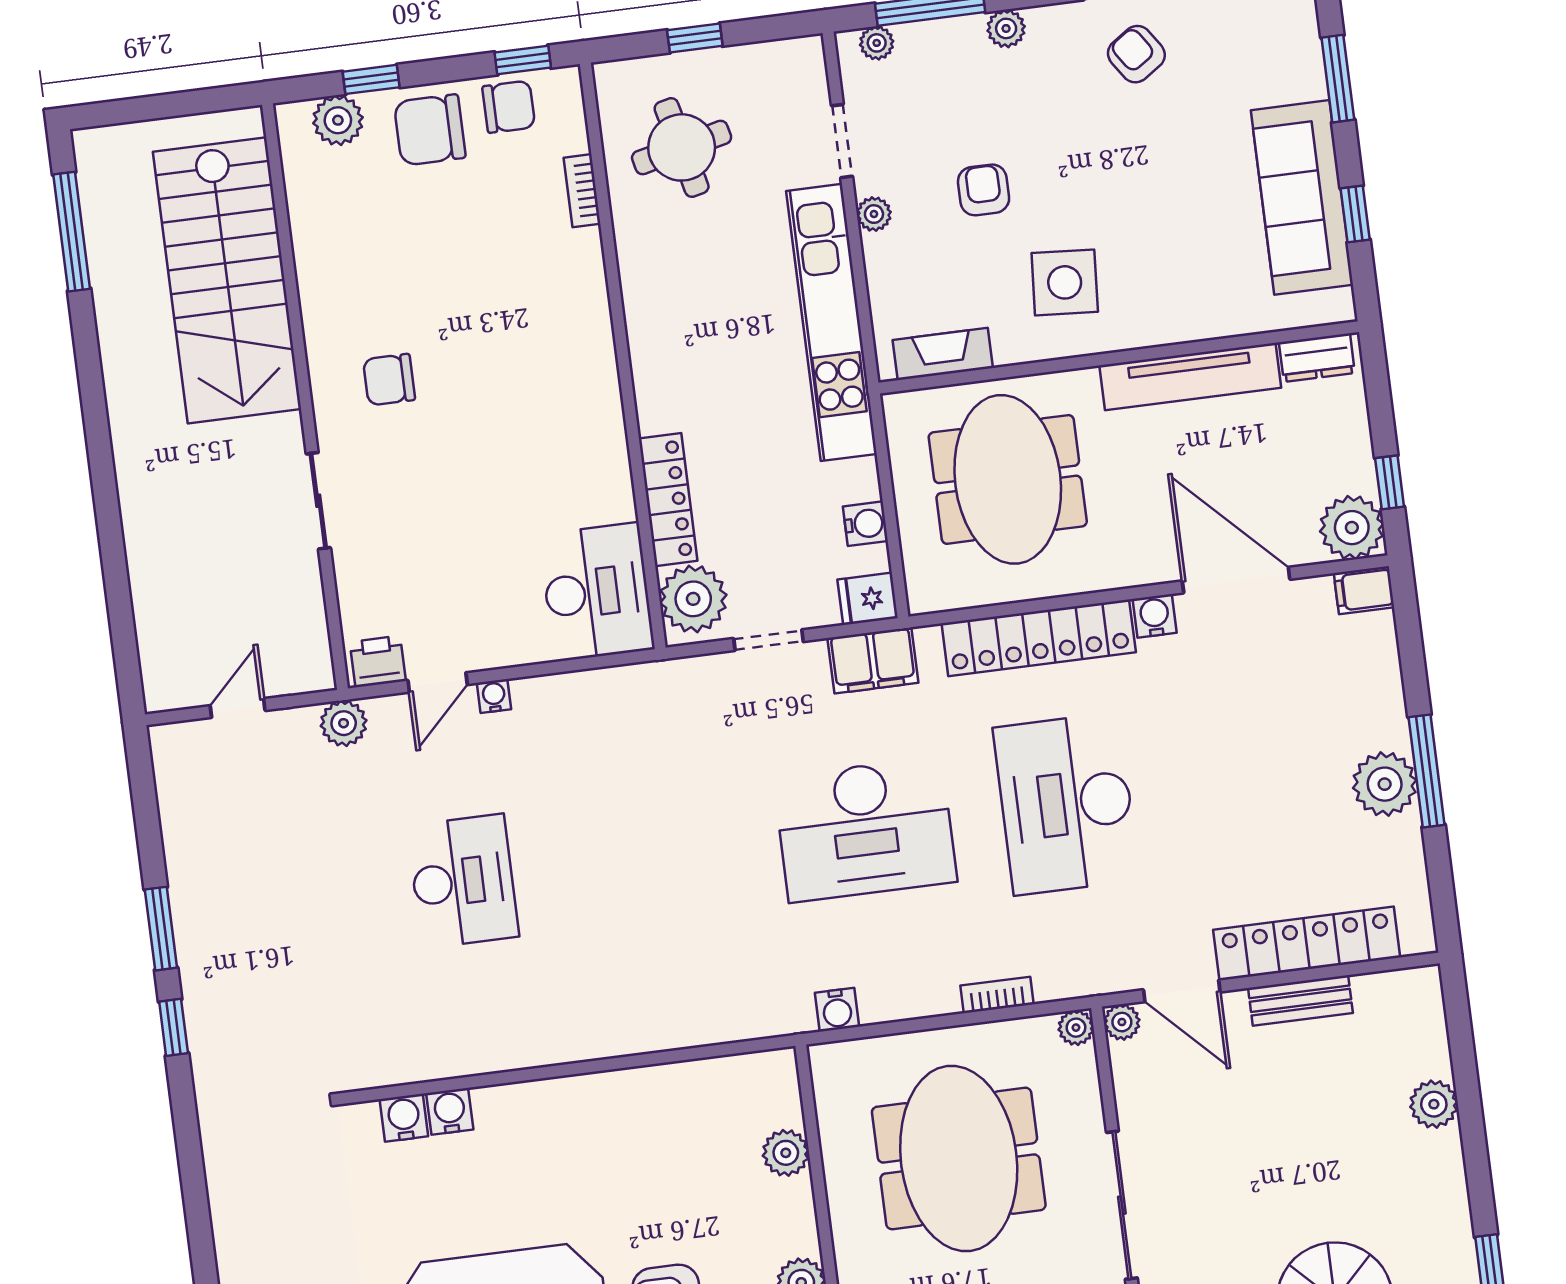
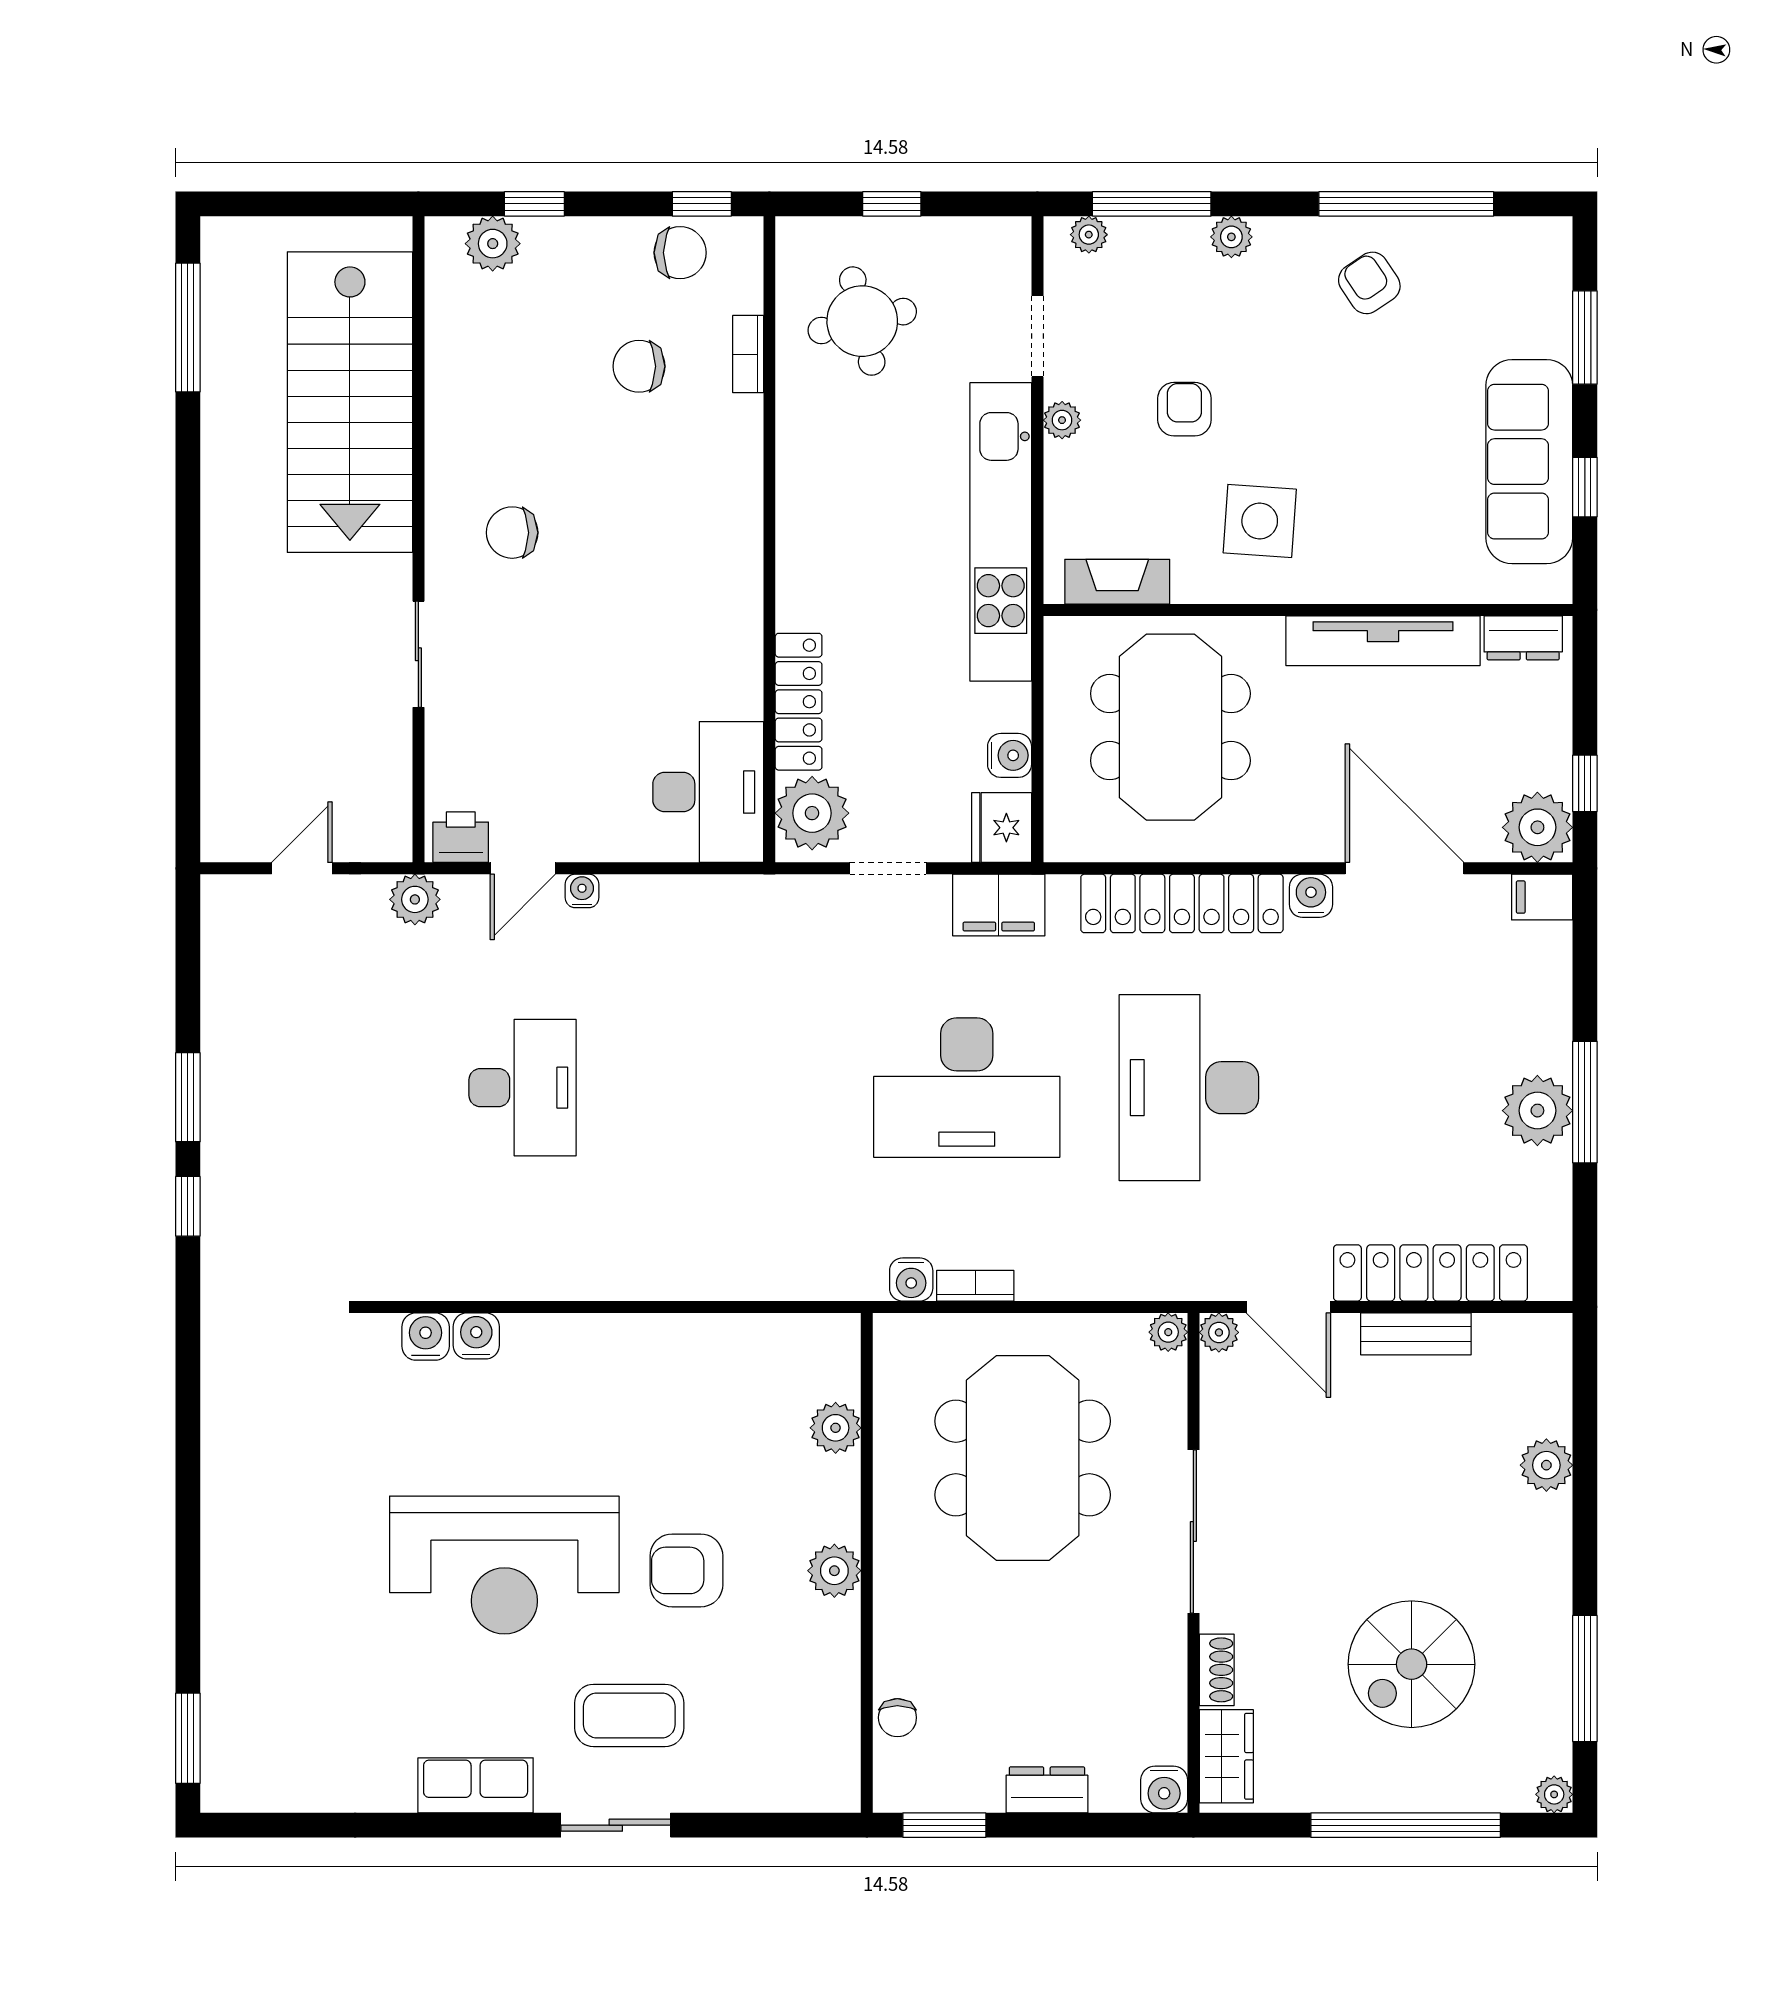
chair: (430, 130) -> (639, 366), moved, width x0.73, depth x0.73
fridge: (868, 599) -> (1002, 828), width x1.38
bookcase: (997, 995) -> (975, 1286), moved

